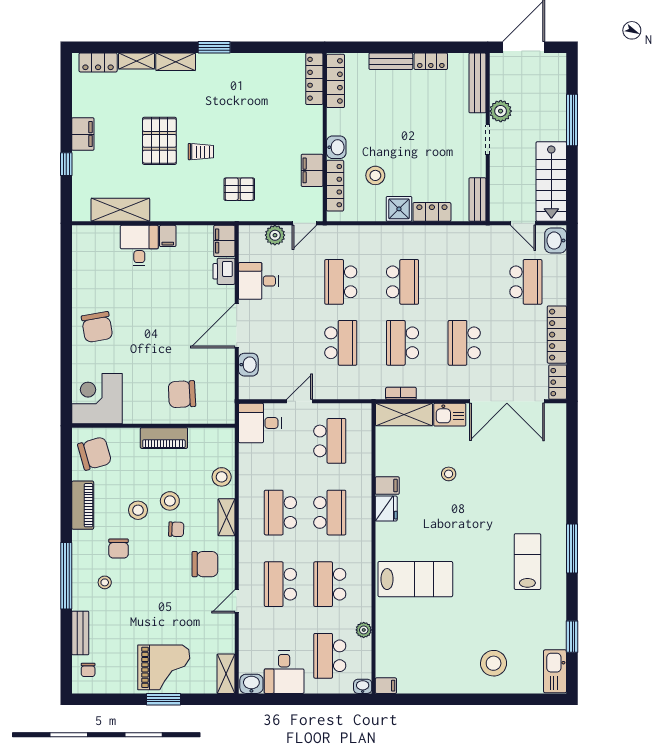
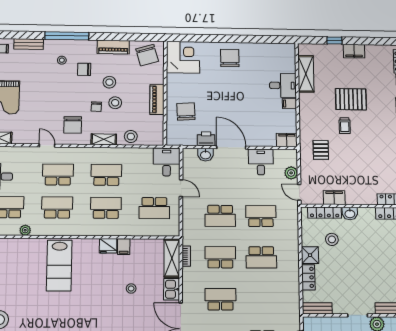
printer: (224, 271) -> (206, 139), moved
chair: (97, 327) -> (230, 58), turned 100
school desk: (330, 513) -> (106, 208), turned 180

